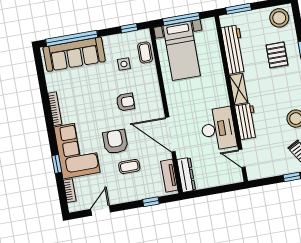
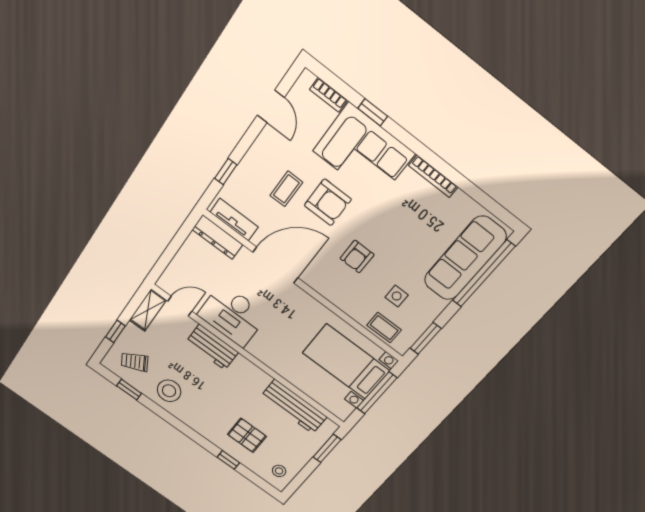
stool: (279, 18) -> (279, 471), width x0.53, depth x0.53
window: (129, 28) -> (426, 338), width x1.50
shelving: (239, 89) -> (148, 310), moved, turned 90

